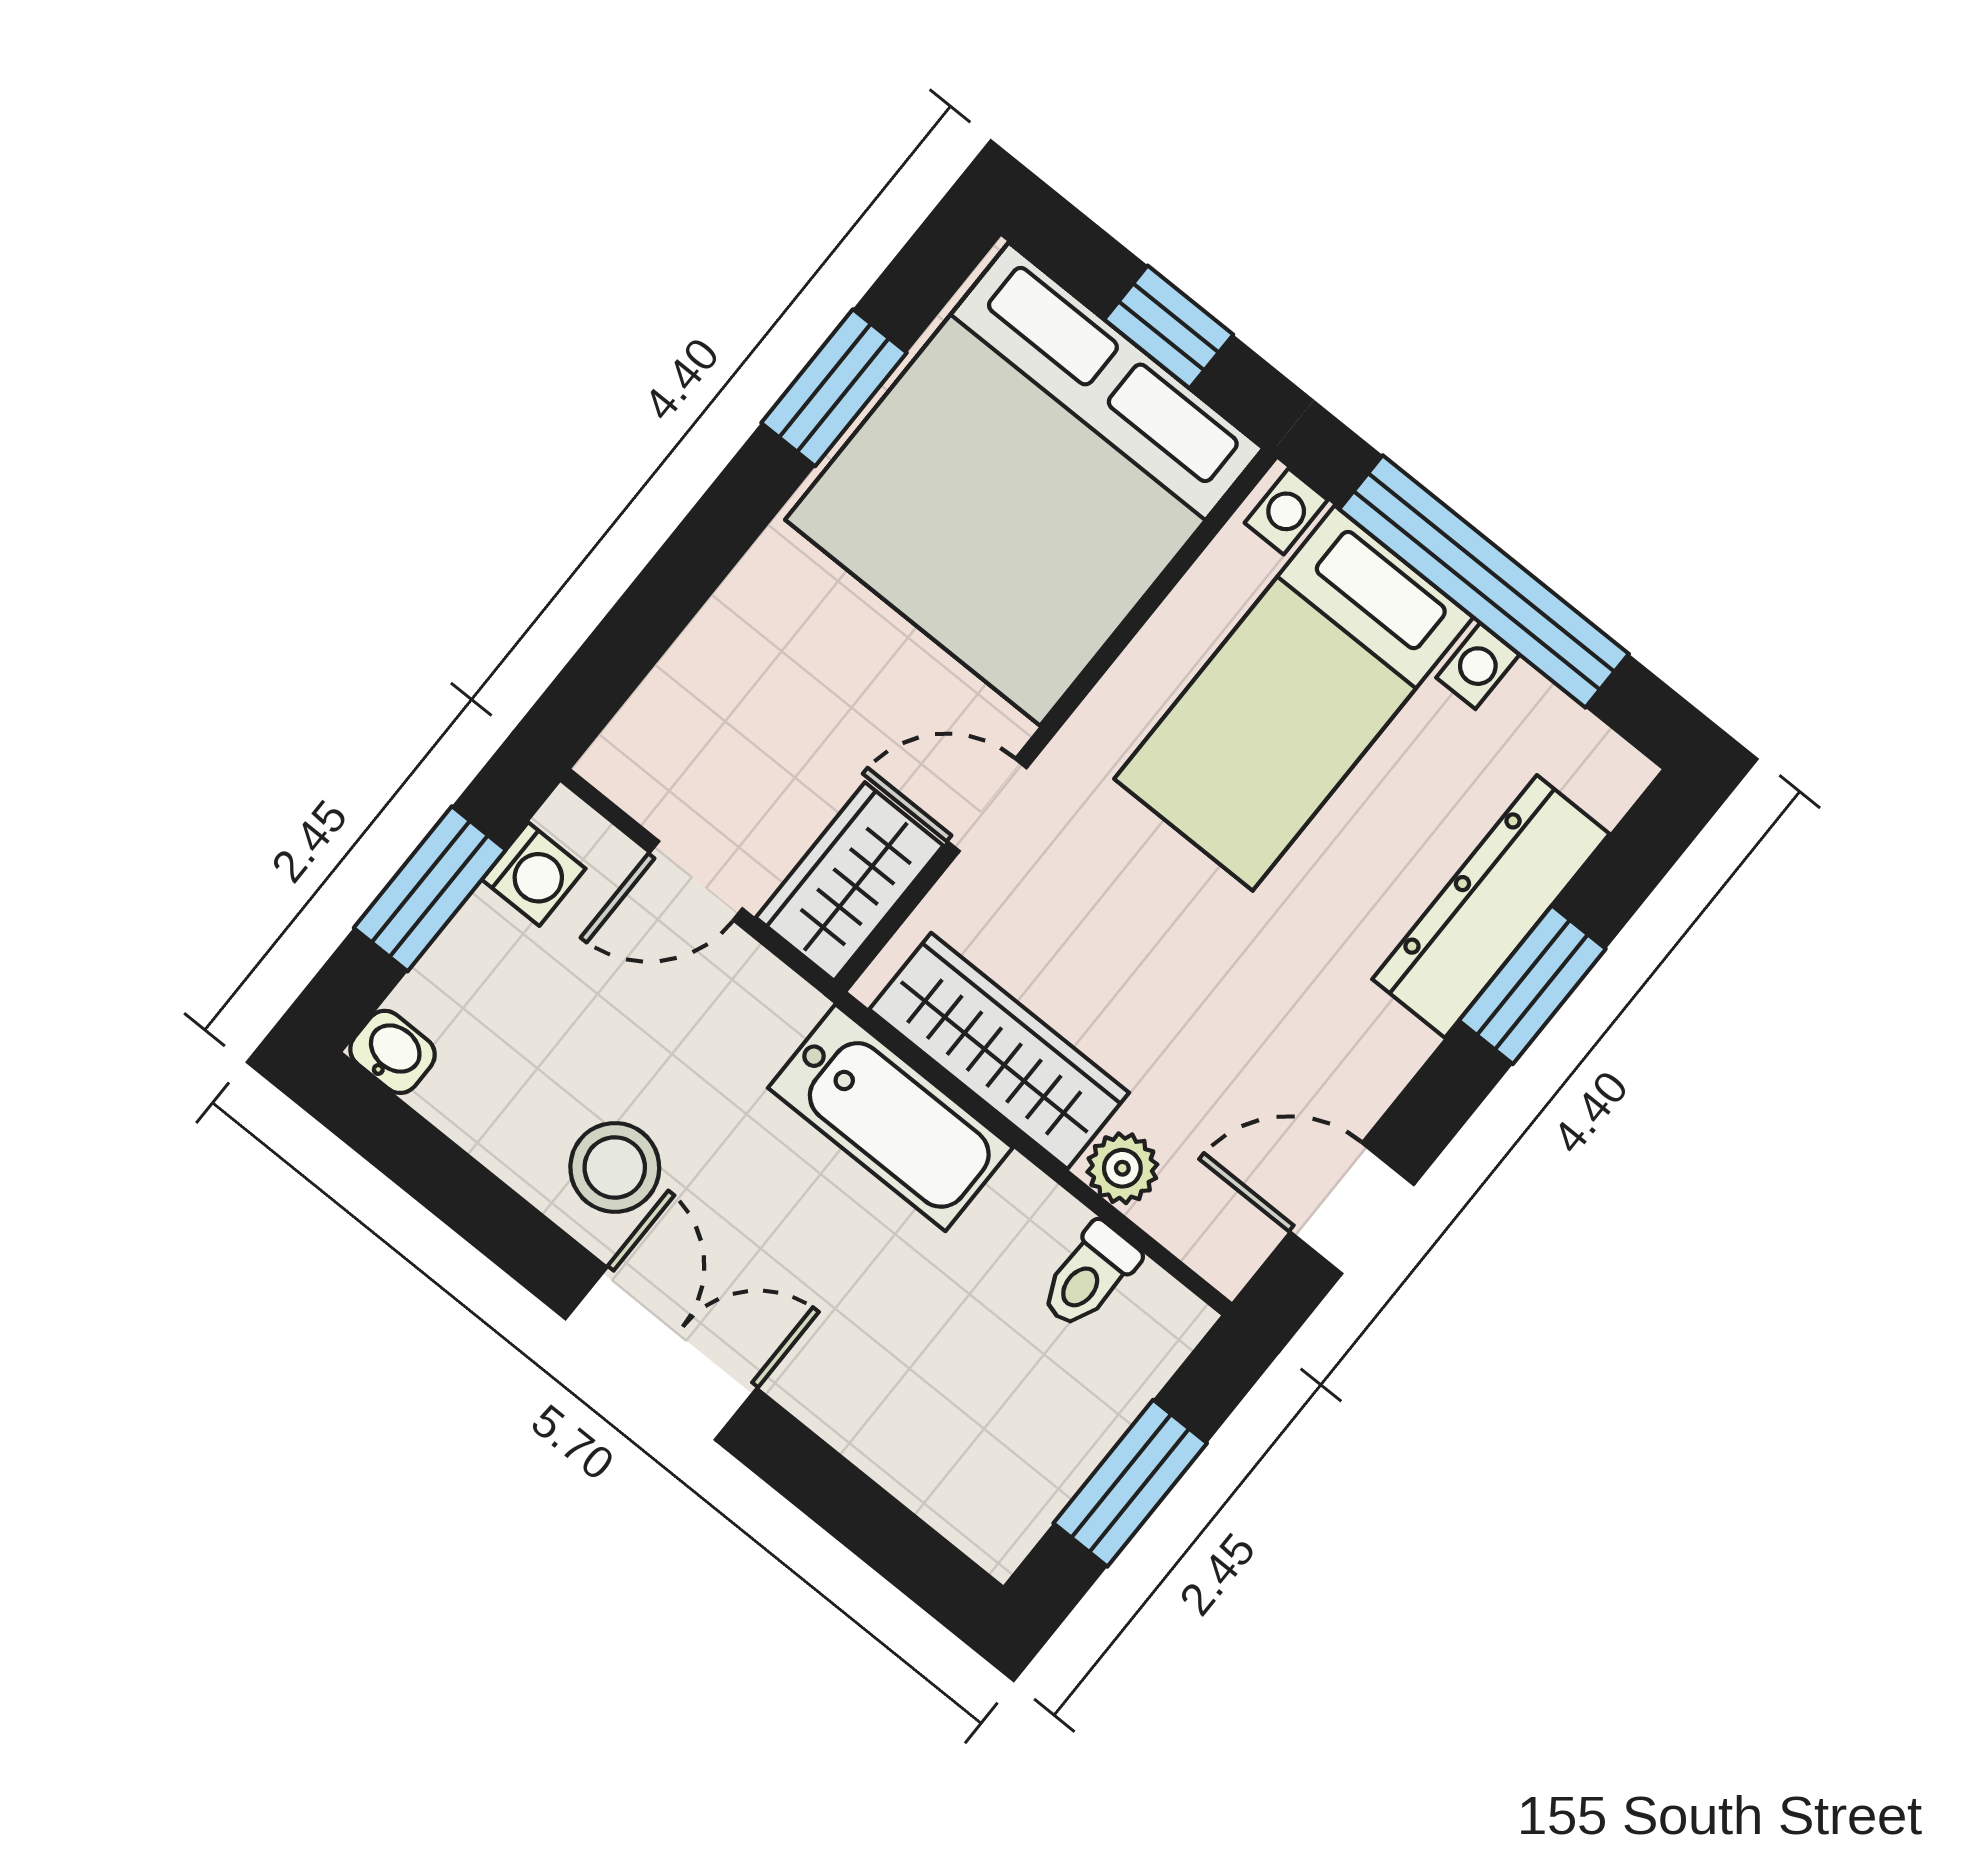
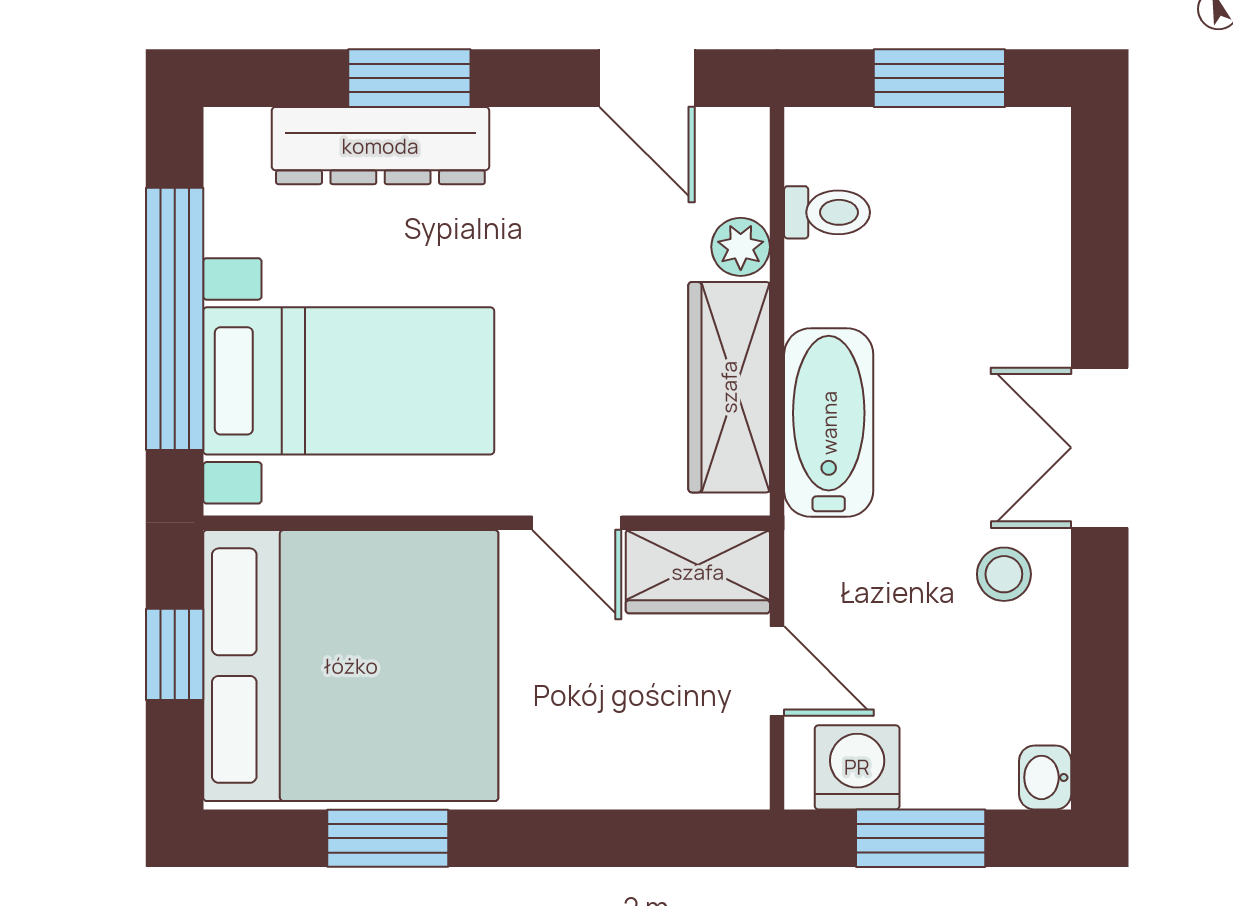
washing machine: (534, 874) -> (857, 767), width x1.38, depth x1.38
stool: (615, 1167) -> (1004, 574), width x0.73, depth x0.73

